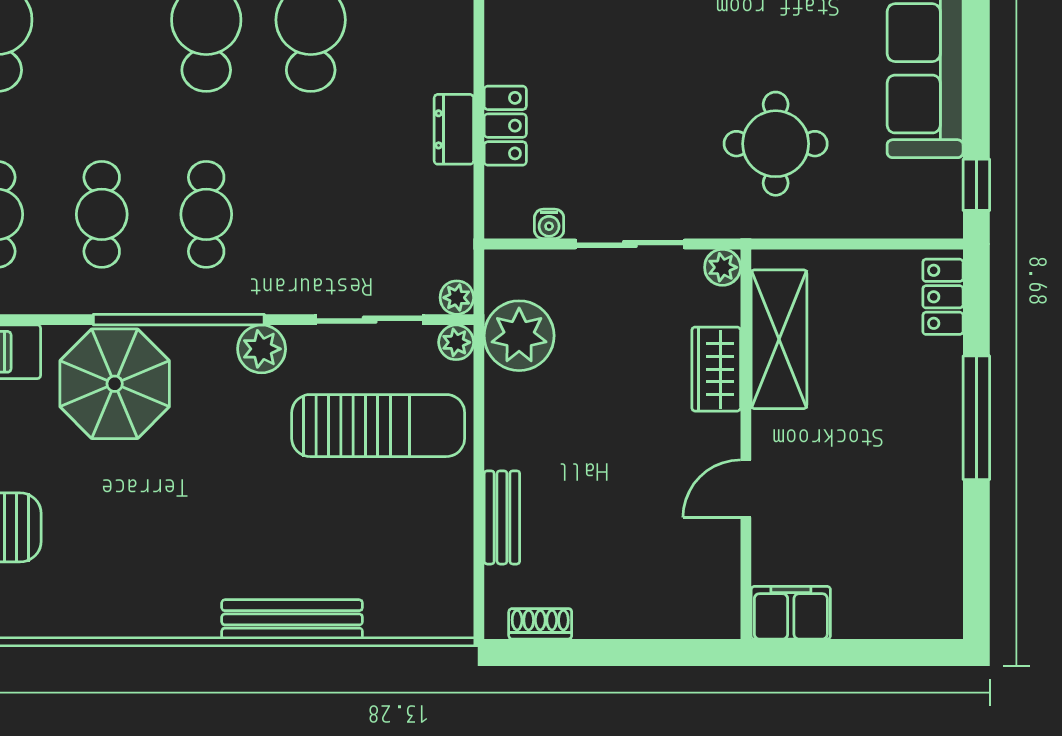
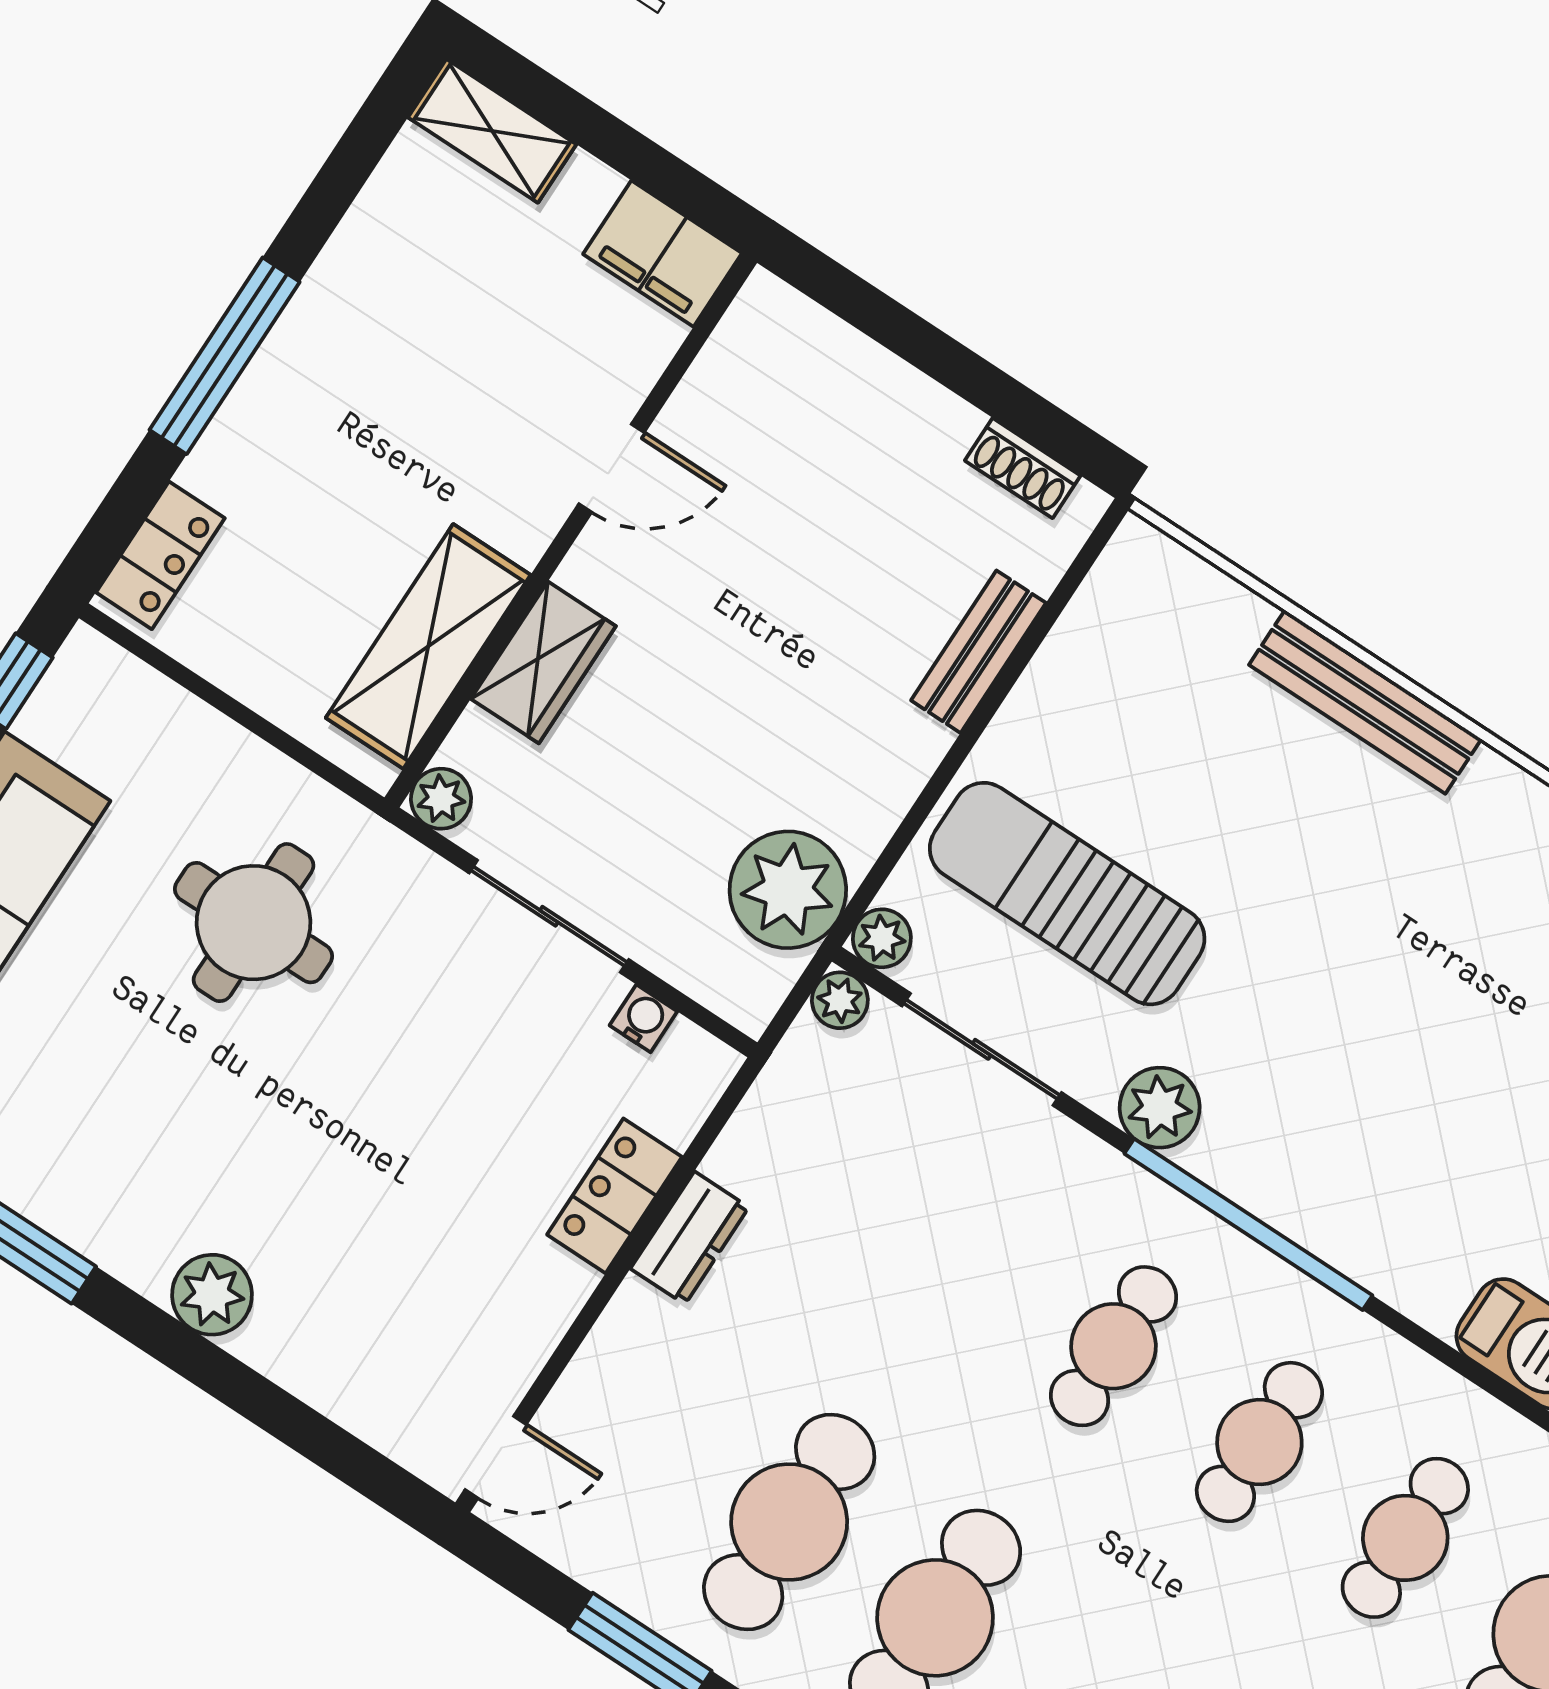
parasol: (115, 384) -> (1397, 1194), removed
shelving: (916, 618) -> (492, 131), added

